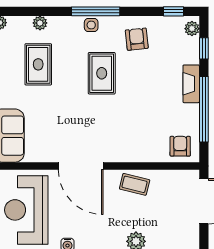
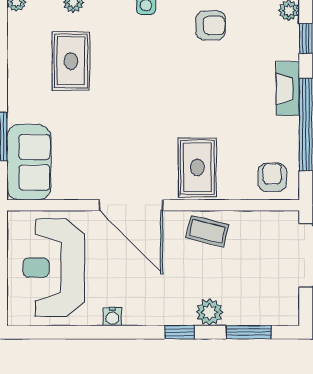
armchair: (137, 39) -> (211, 25), turned 96
rug: (102, 73) -> (197, 167), moved

